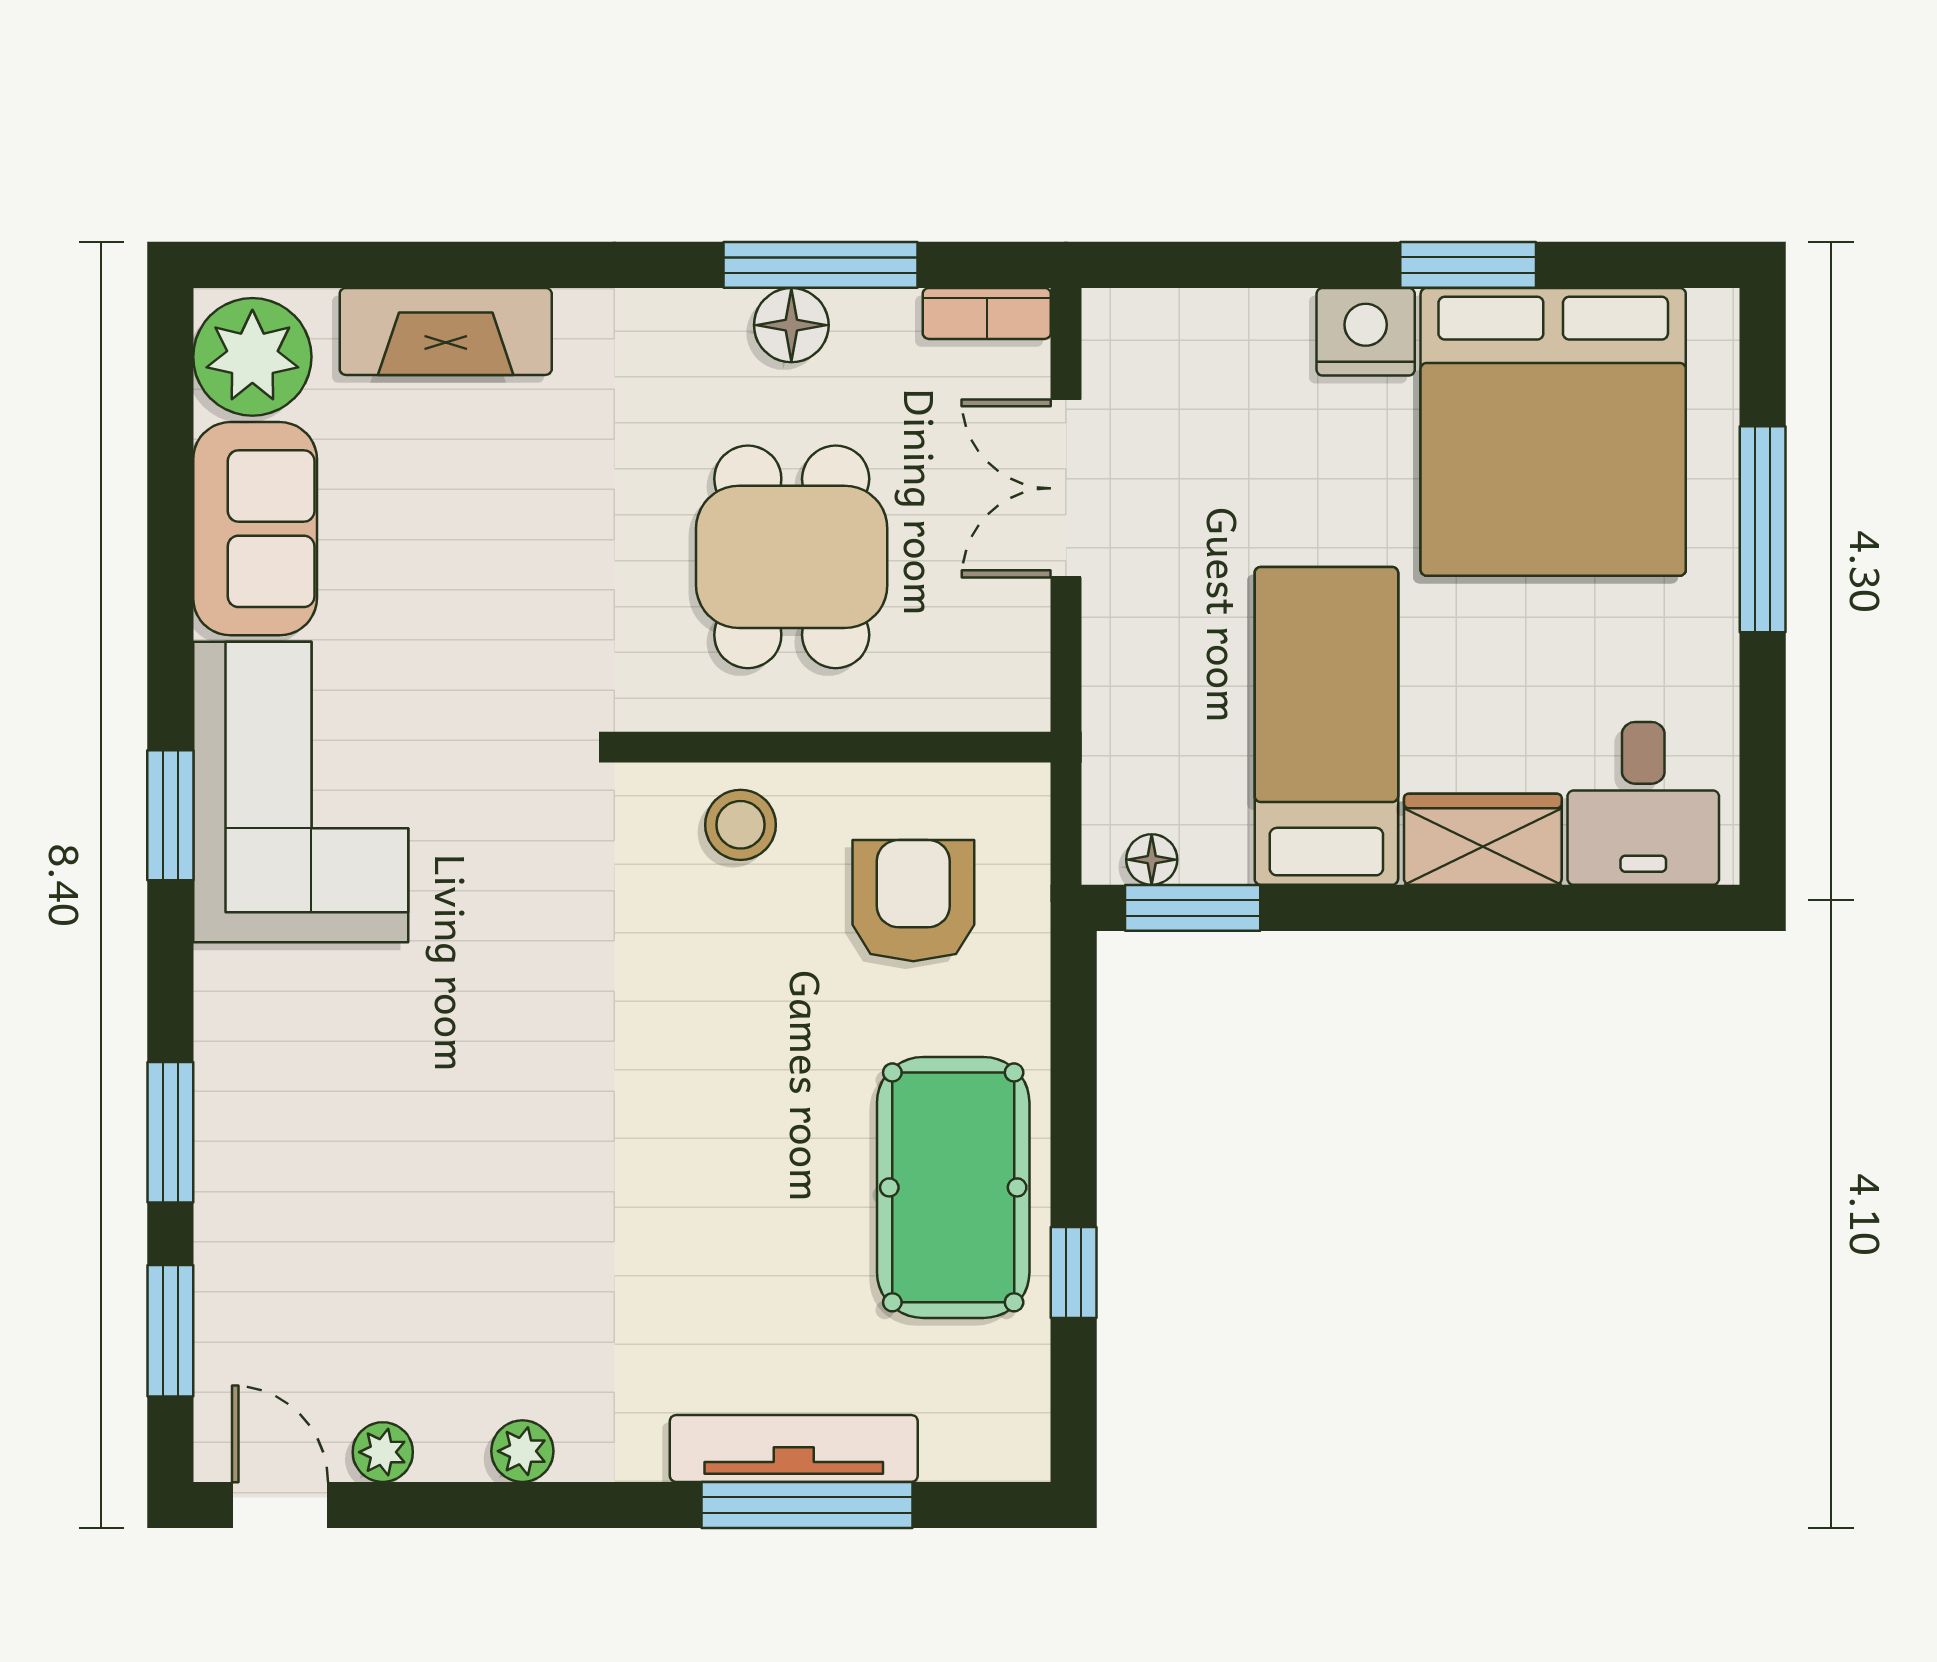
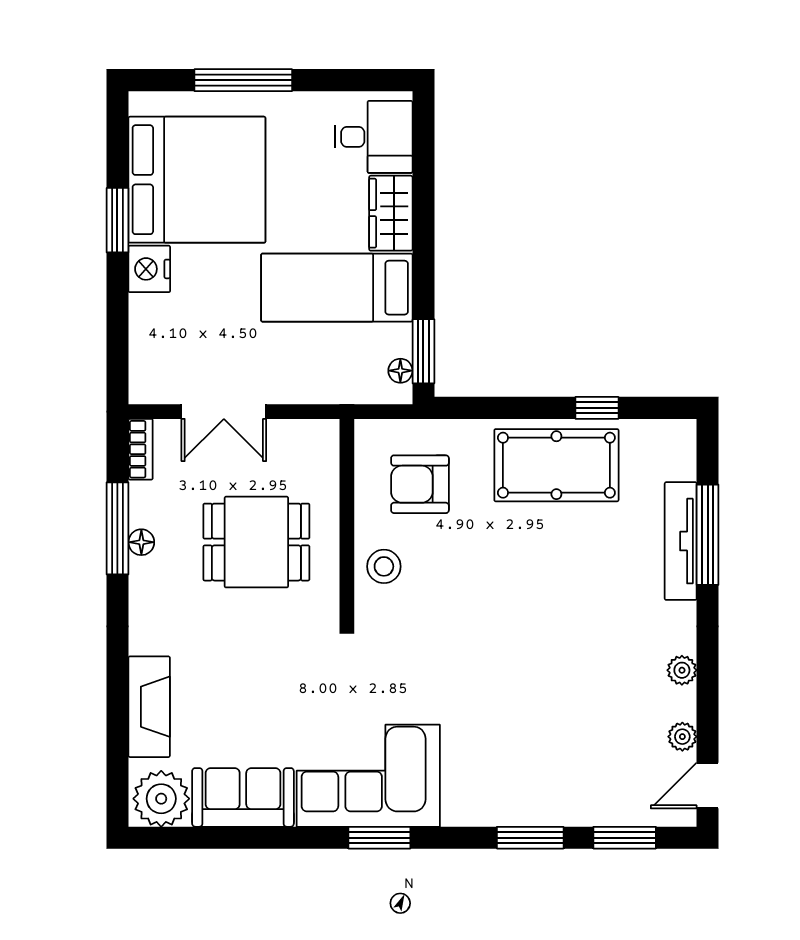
floor lamp: (791, 325) -> (141, 542), width x0.73, depth x0.73

